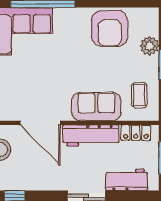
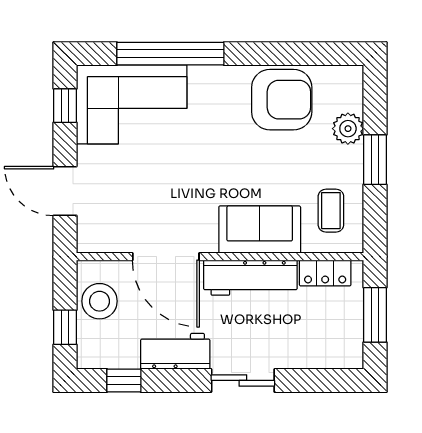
armchair: (110, 28) -> (282, 100), turned -90
workbench: (127, 180) -> (175, 351), moved

